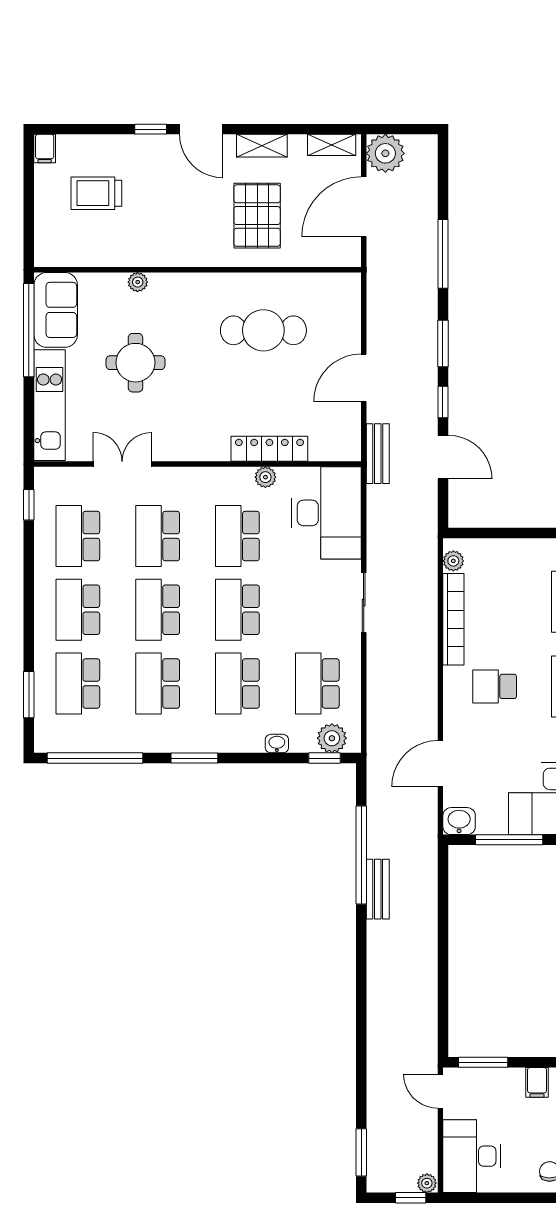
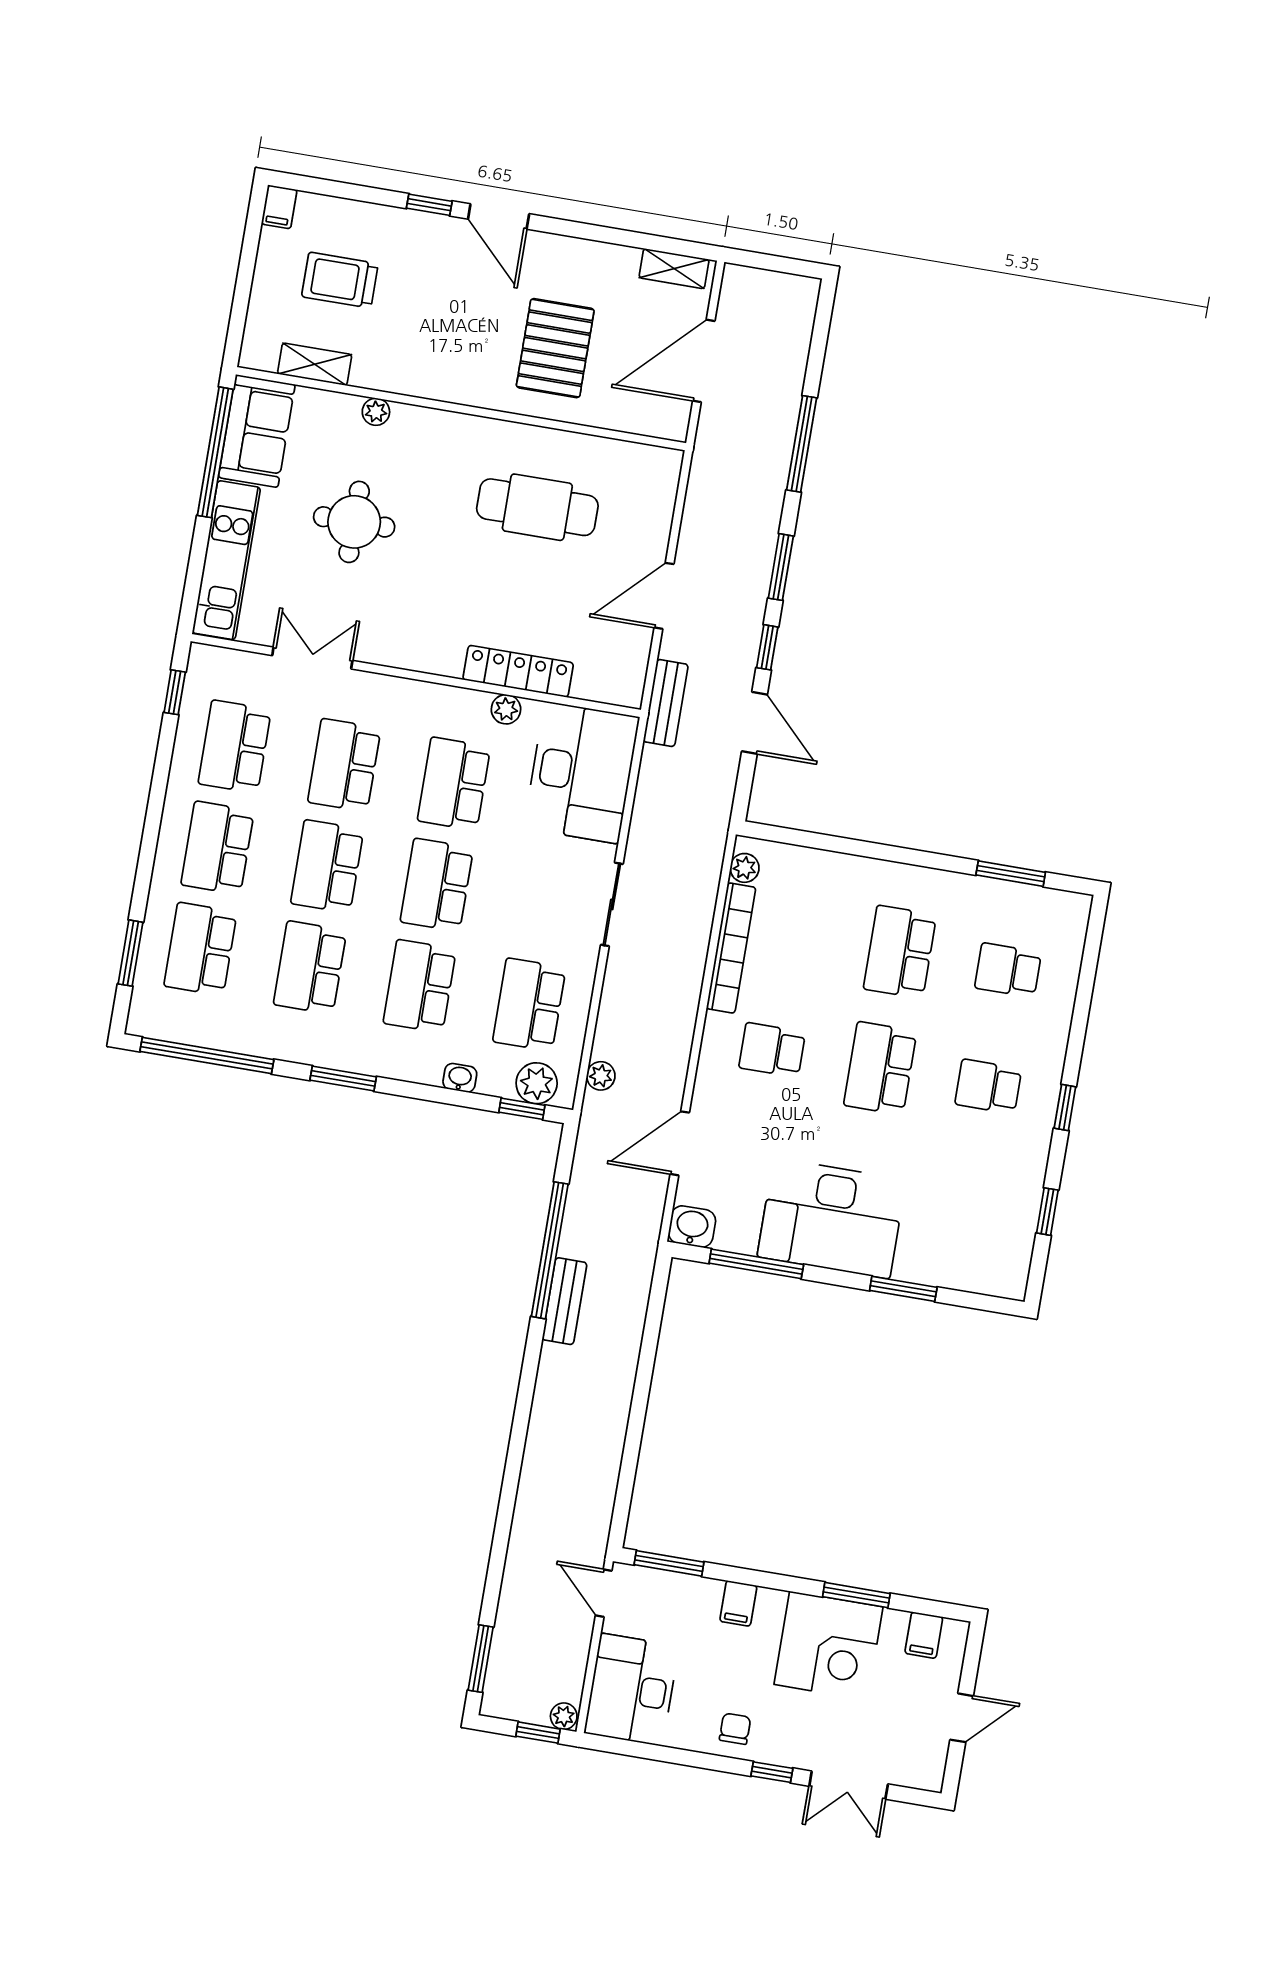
shelving: (262, 146) -> (315, 364), moved
plant: (385, 153) -> (601, 1076), moved, width x0.53, depth x0.53

